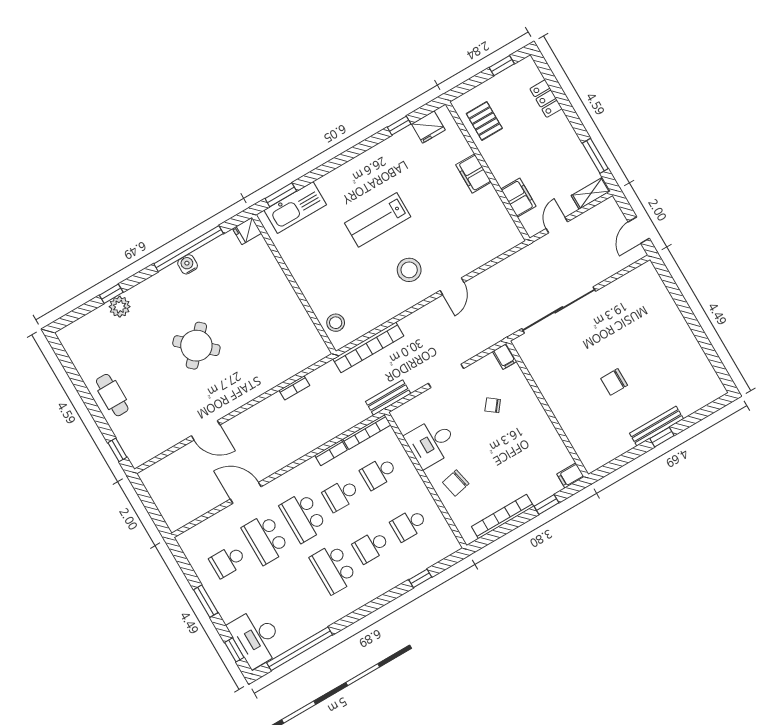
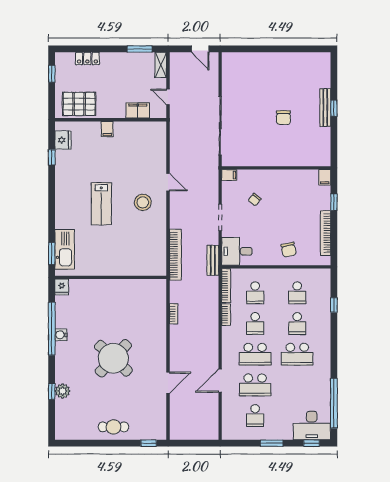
pallet: (484, 121) -> (79, 104), width x1.50, depth x1.42
filing cabinet: (474, 173) -> (107, 129), width x0.50
stool: (336, 323) -> (149, 266), removed
round table: (196, 346) -> (113, 358), width x1.36, depth x1.36
desk: (431, 443) -> (237, 251), moved, turned 90

